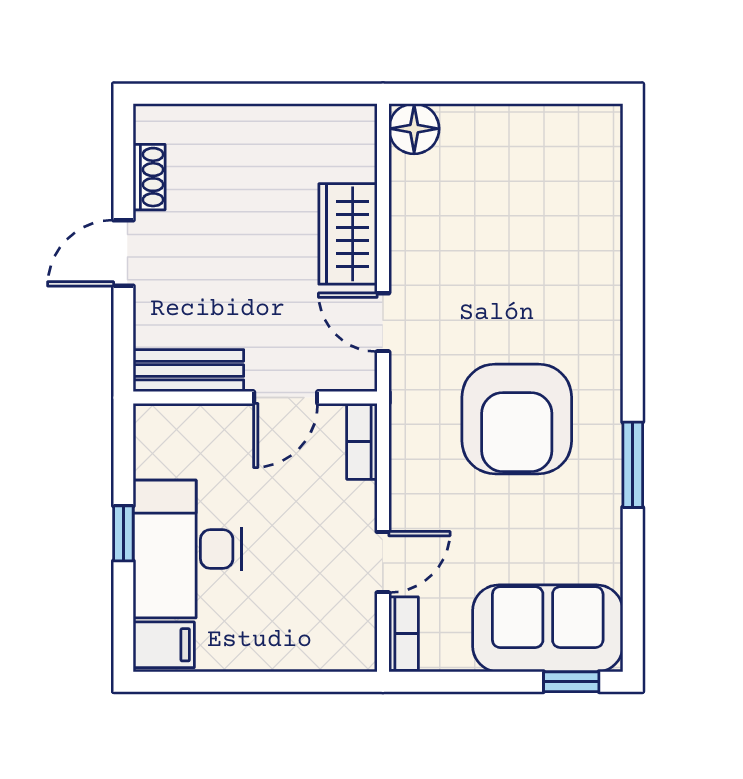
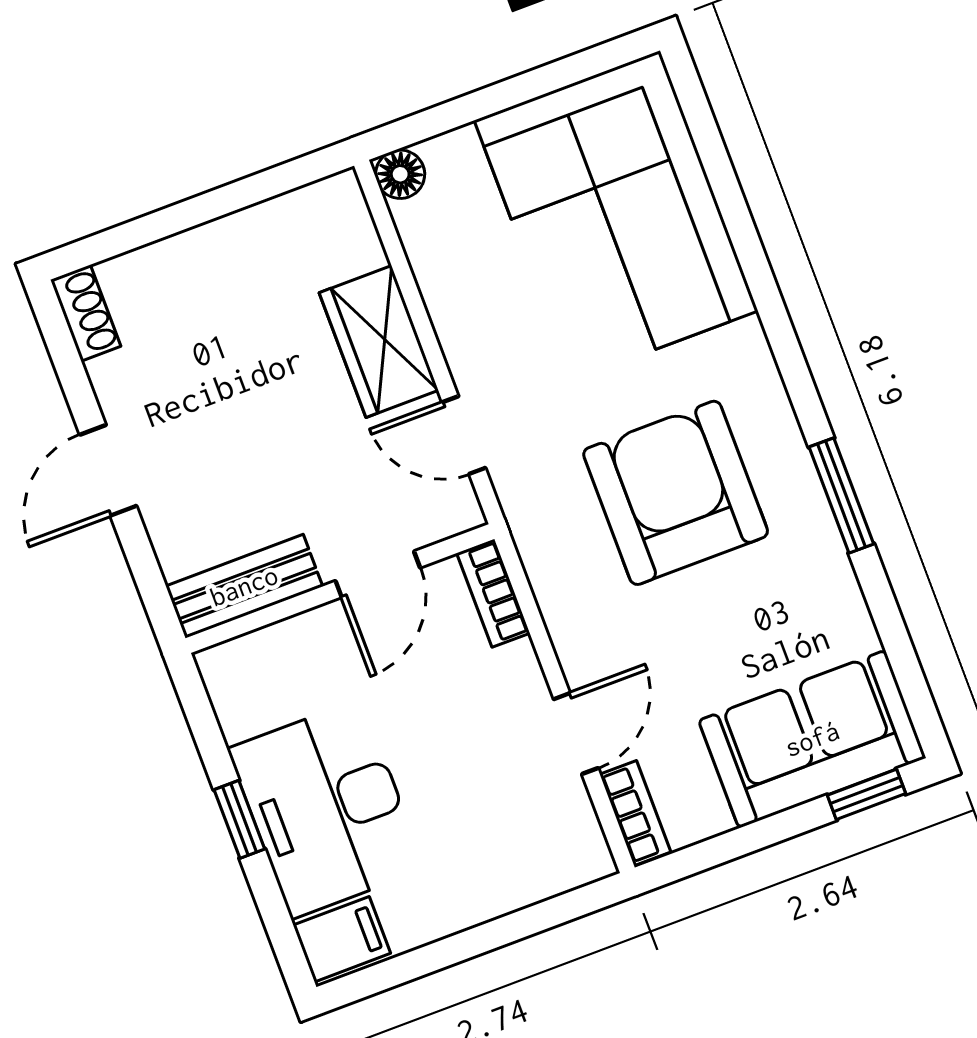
floor lamp: (414, 129) -> (400, 174), width x0.73, depth x0.73
shoe rack: (149, 177) -> (86, 313), moved
corner sofa: (548, 208) -> (616, 216), added
armchair: (517, 419) -> (676, 493), turned 180

